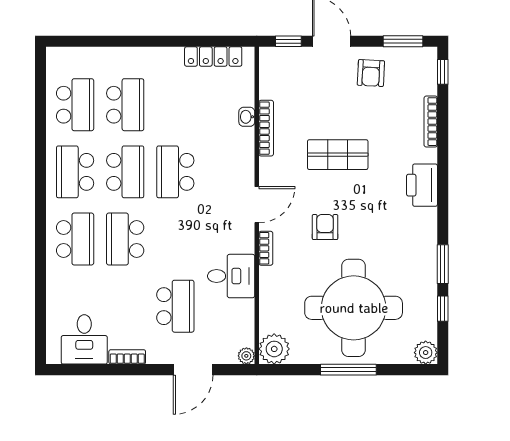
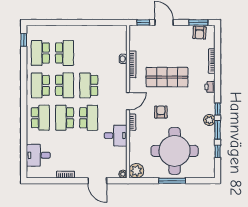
locker: (213, 56) -> (107, 30), removed
window: (443, 72) -> (218, 109), moved
armchair: (371, 73) -> (200, 33), moved
window: (40, 78) -> (24, 40), added
school desk: (75, 105) -> (40, 53), turned 180
shop shelf: (338, 155) -> (167, 77), width x1.43, depth x1.36
printer: (422, 185) -> (210, 87), width x0.53, depth x0.68
school desk: (175, 306) -> (89, 118), moved
desk: (84, 339) -> (38, 155), moved, turned 90
plant: (426, 353) -> (209, 120), moved
door: (193, 370) -> (97, 181), hinge flipped

